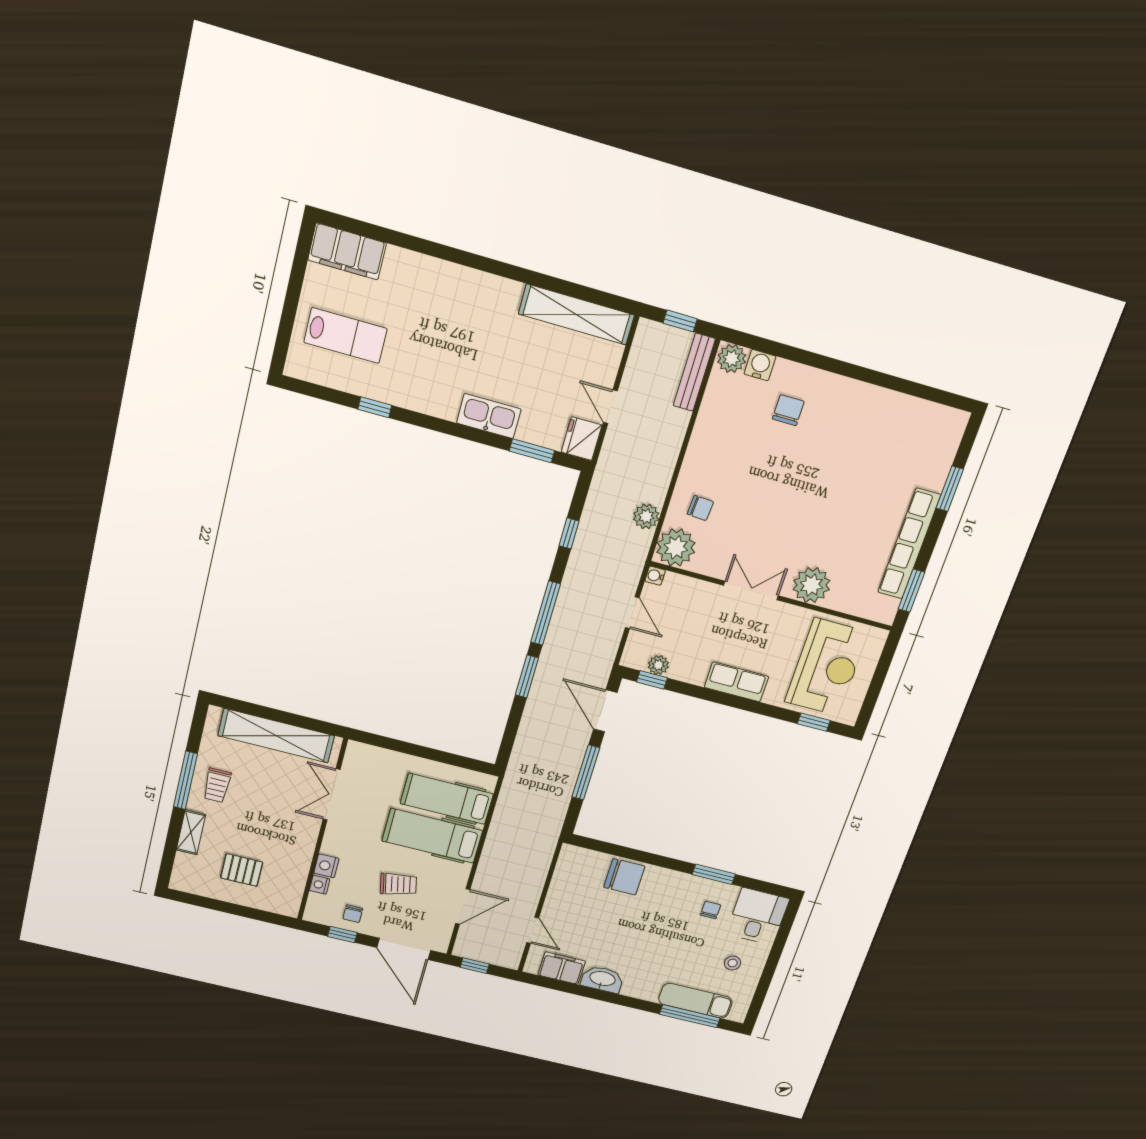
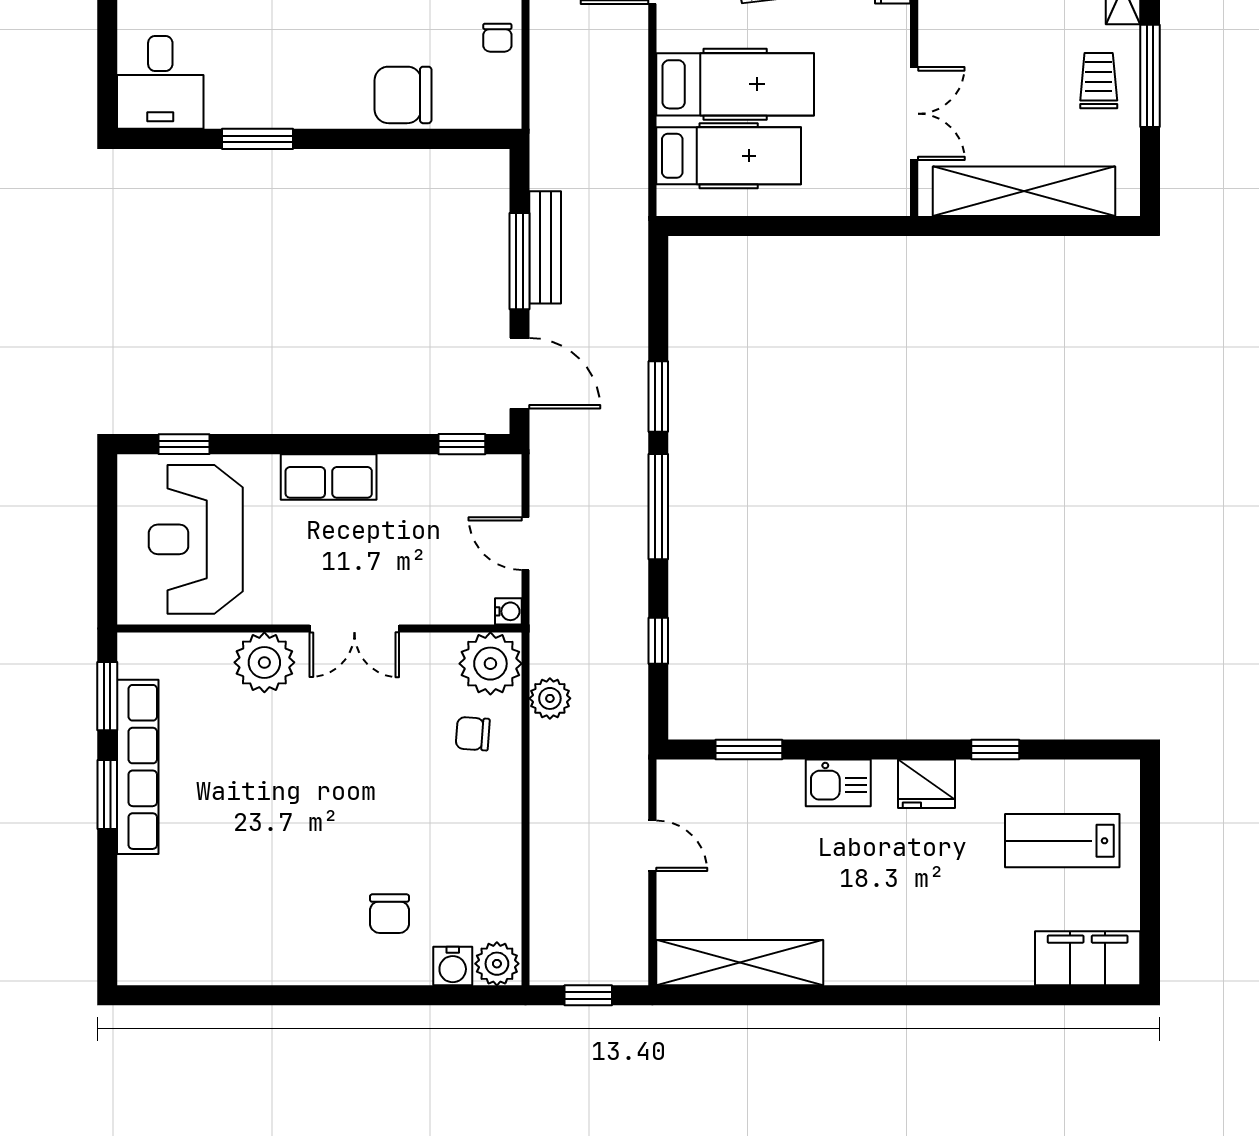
bench: (694, 372) -> (545, 247), moved
kitchen sink: (489, 416) -> (838, 783), width x0.73
fridge: (582, 439) -> (927, 784), moved, turned 90
window: (950, 489) -> (107, 795), moved
plant: (658, 665) -> (459, 471), removed
chair: (711, 910) -> (497, 38), moved

